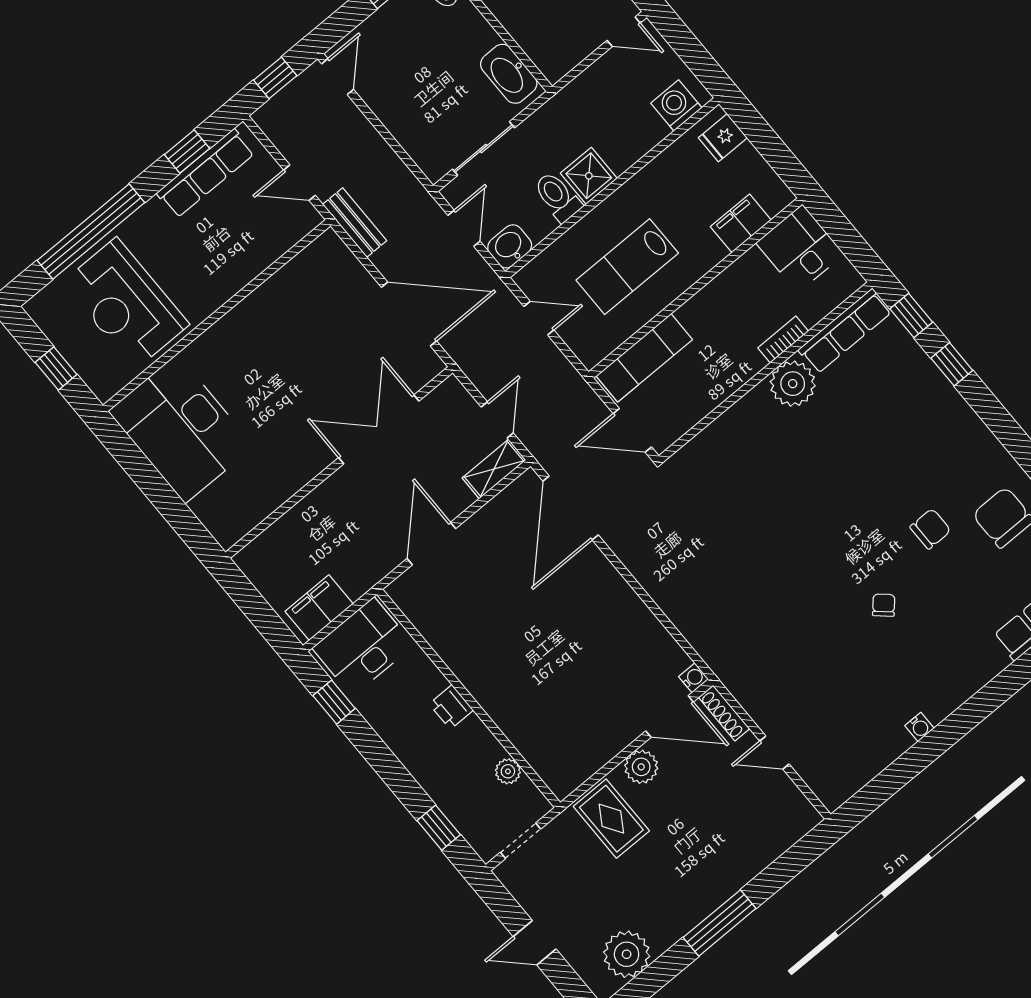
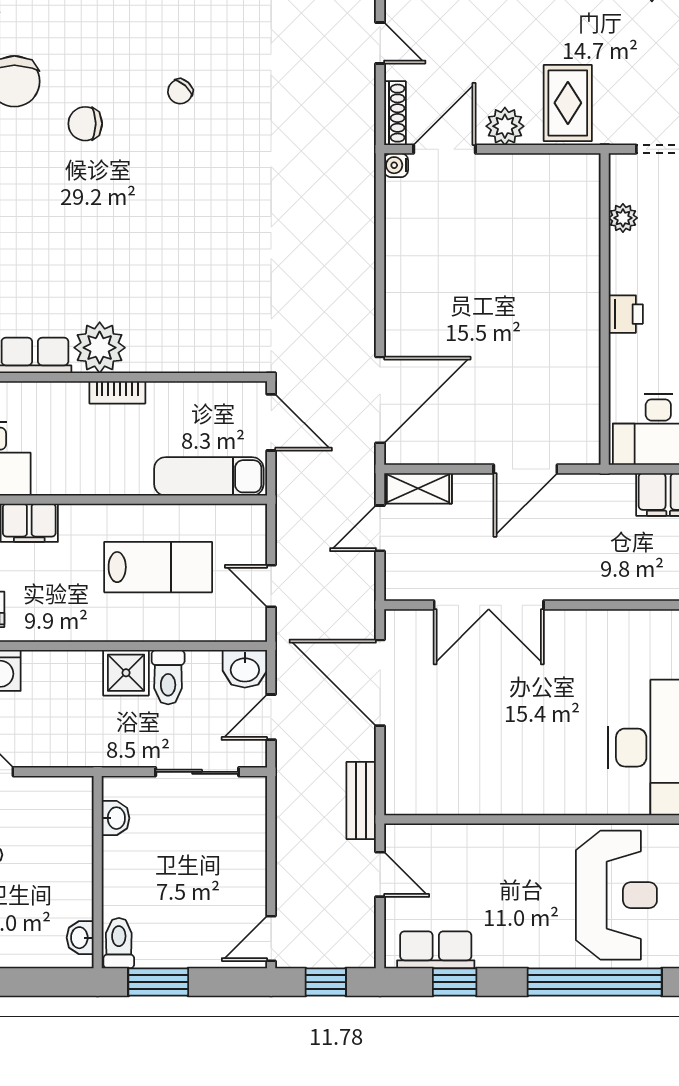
washbasin: (509, 74) -> (116, 818), width x0.52, depth x0.69
row of seats: (206, 173) -> (436, 950), width x0.68
bookcase: (783, 339) -> (117, 392), moved
door: (670, 717) -> (444, 149), hinge flipped

